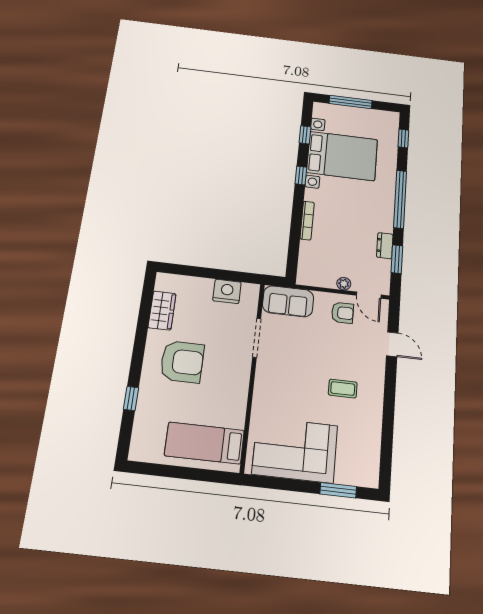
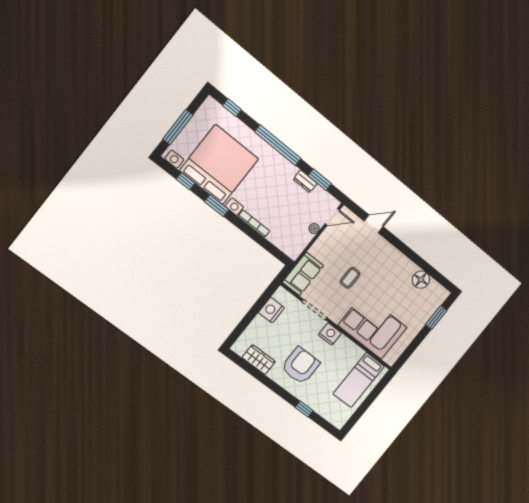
bed with nightstands: (342, 156) -> (219, 165), width x1.36
window: (301, 175) -> (217, 206), width x1.50
armchair: (342, 313) -> (333, 243), removed
nightstand: (240, 373) -> (330, 334), added
coffee table: (343, 389) -> (350, 278), moved
floor lamp: (369, 440) -> (421, 280), added
corner sofa: (295, 450) -> (372, 326), moved, turned 90

